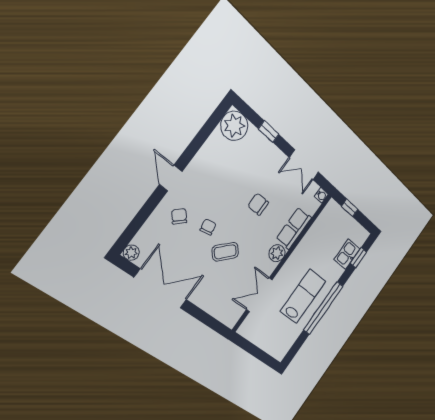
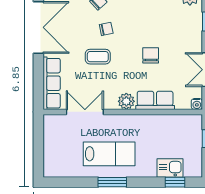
coffee table: (225, 252) -> (98, 57), turned -46
row of seats: (217, 308) -> (52, 83), added
window: (323, 308) -> (112, 182), width x0.47

